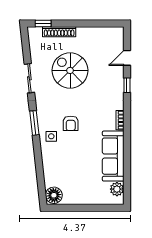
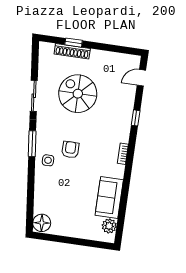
window: (43, 24) -> (74, 43), moved
door: (127, 58) -> (141, 78), moved
armchair: (71, 123) -> (70, 150), turned 180
sofa: (113, 156) -> (109, 198), width x0.73

